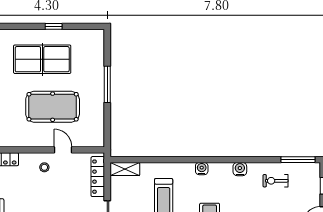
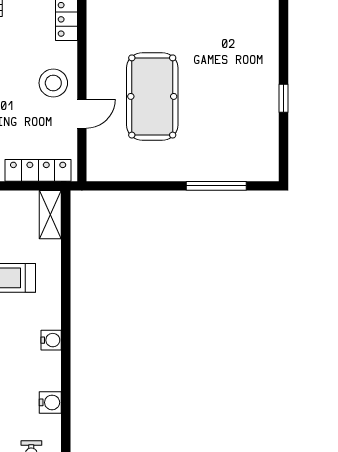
table tennis table: (42, 59) -> (230, 79), removed
window: (107, 84) -> (216, 186), moved
stool: (44, 167) -> (53, 83), width x1.89, depth x1.89

